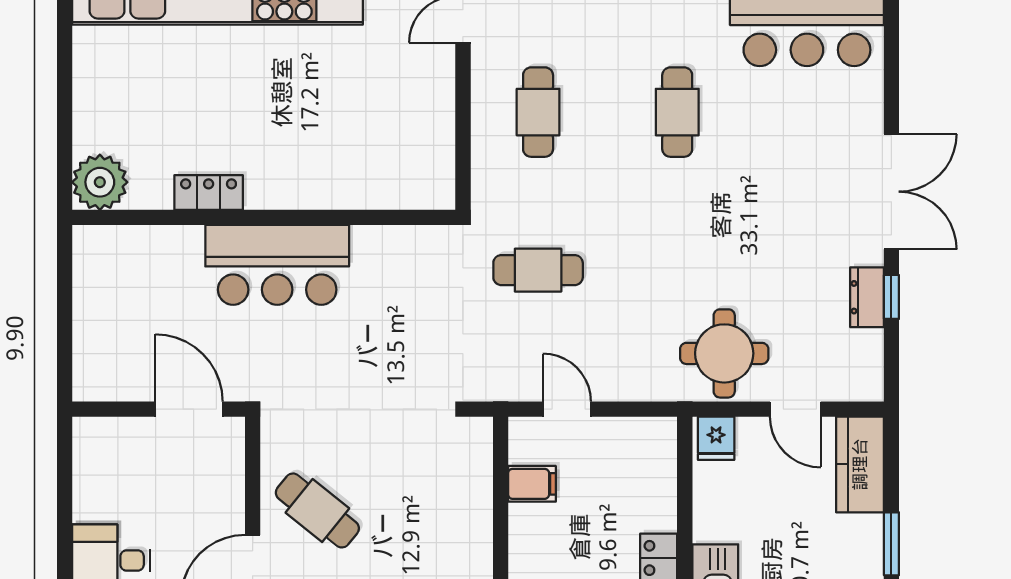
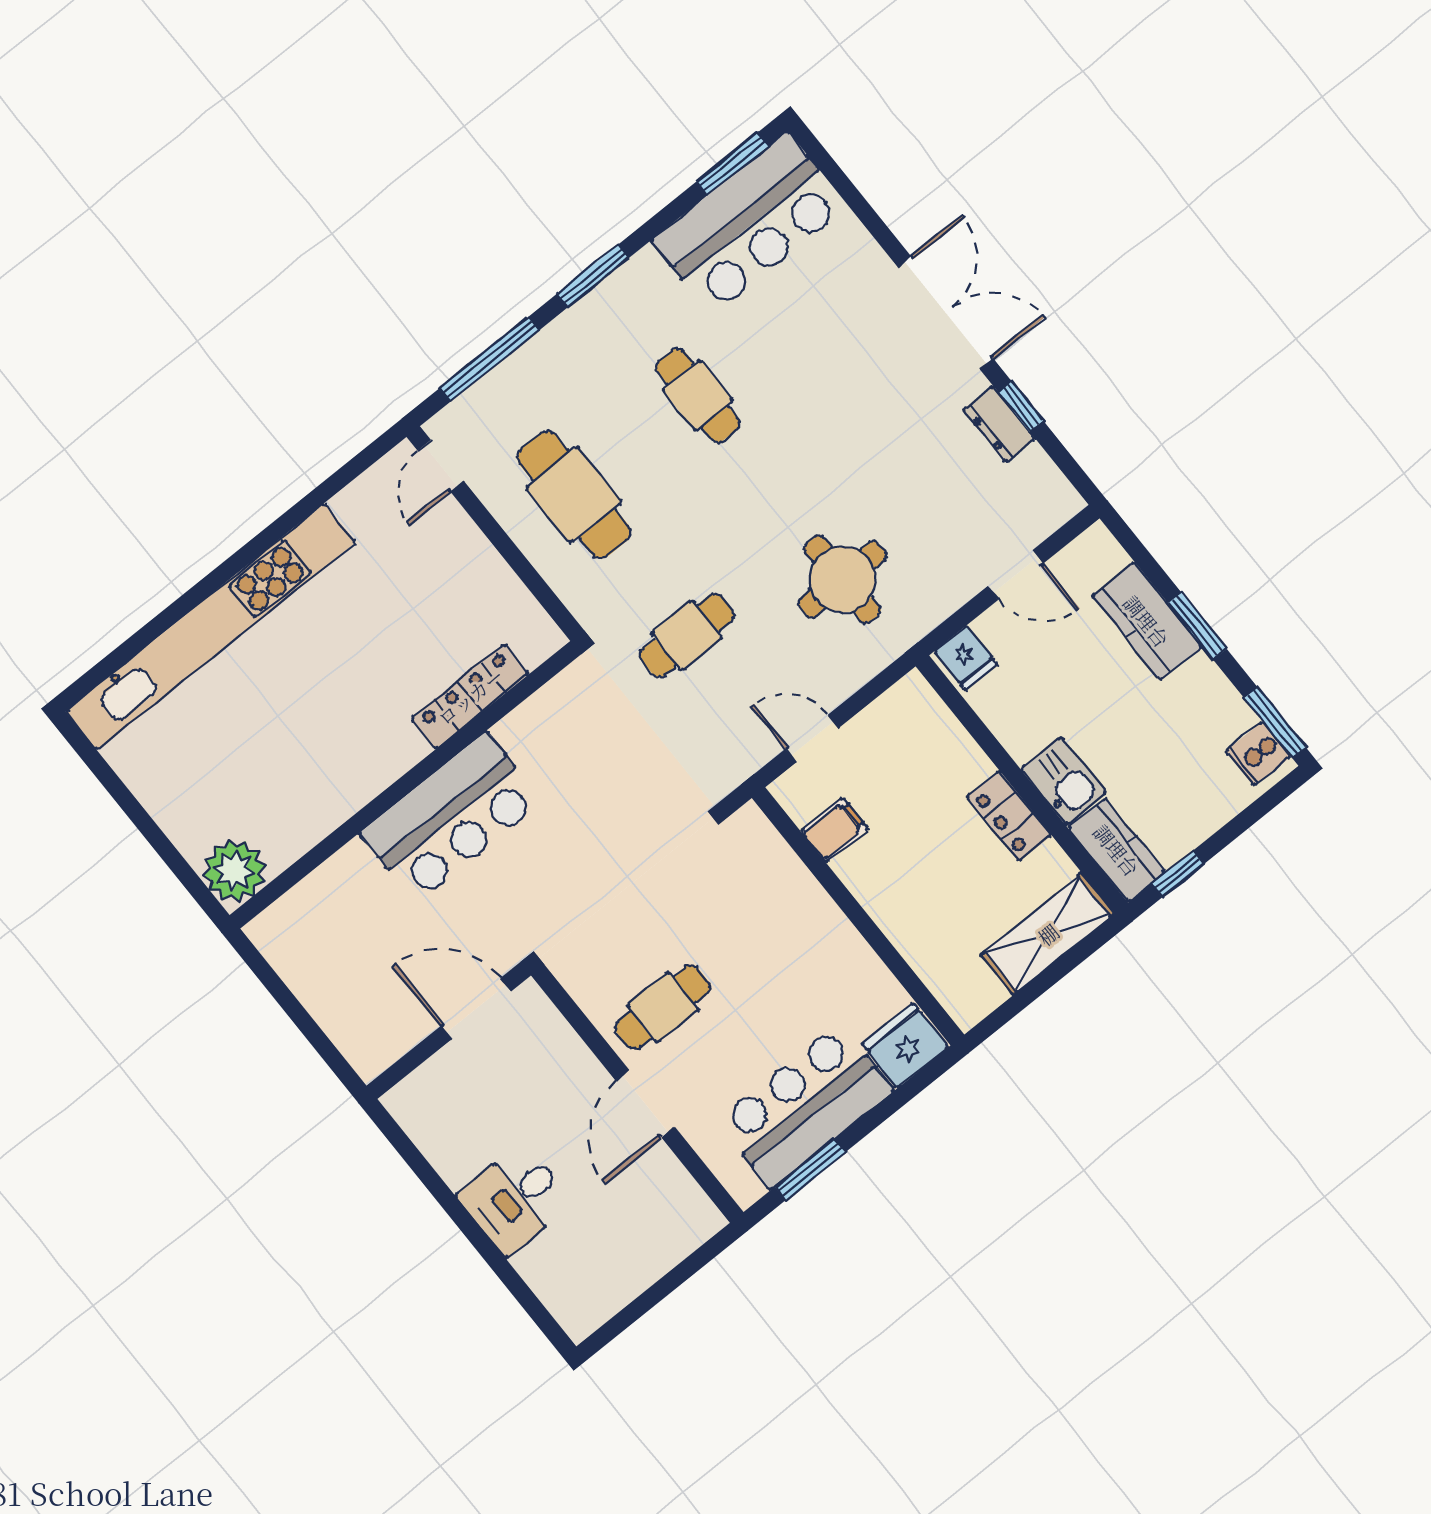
cafe table: (538, 112) -> (574, 495), width x1.37, depth x1.35
locker: (209, 193) -> (470, 696), moved, width x1.53
round table: (724, 353) -> (843, 579), moved
kitchen counter: (860, 464) -> (1147, 621), moved
cafe table: (317, 510) -> (663, 1007), turned -39

